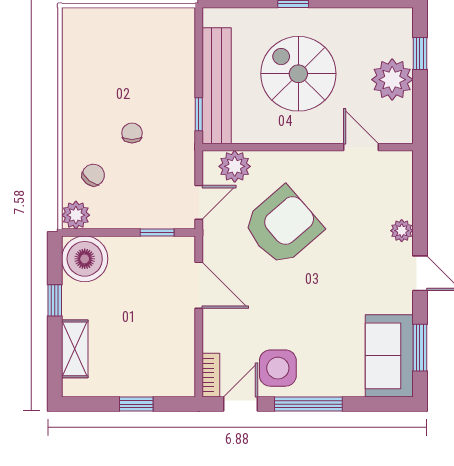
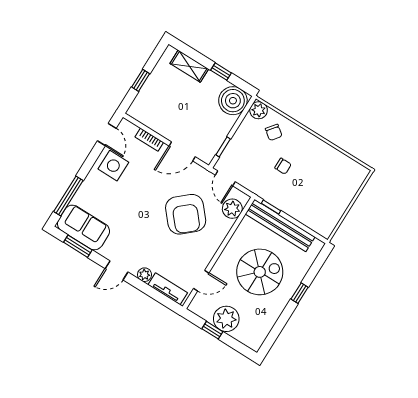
window: (420, 54) -> (212, 330), moved
tv unit: (401, 186) -> (168, 289), added
bookcase: (211, 375) -> (149, 140), moved
window: (308, 404) -> (68, 196), moved

